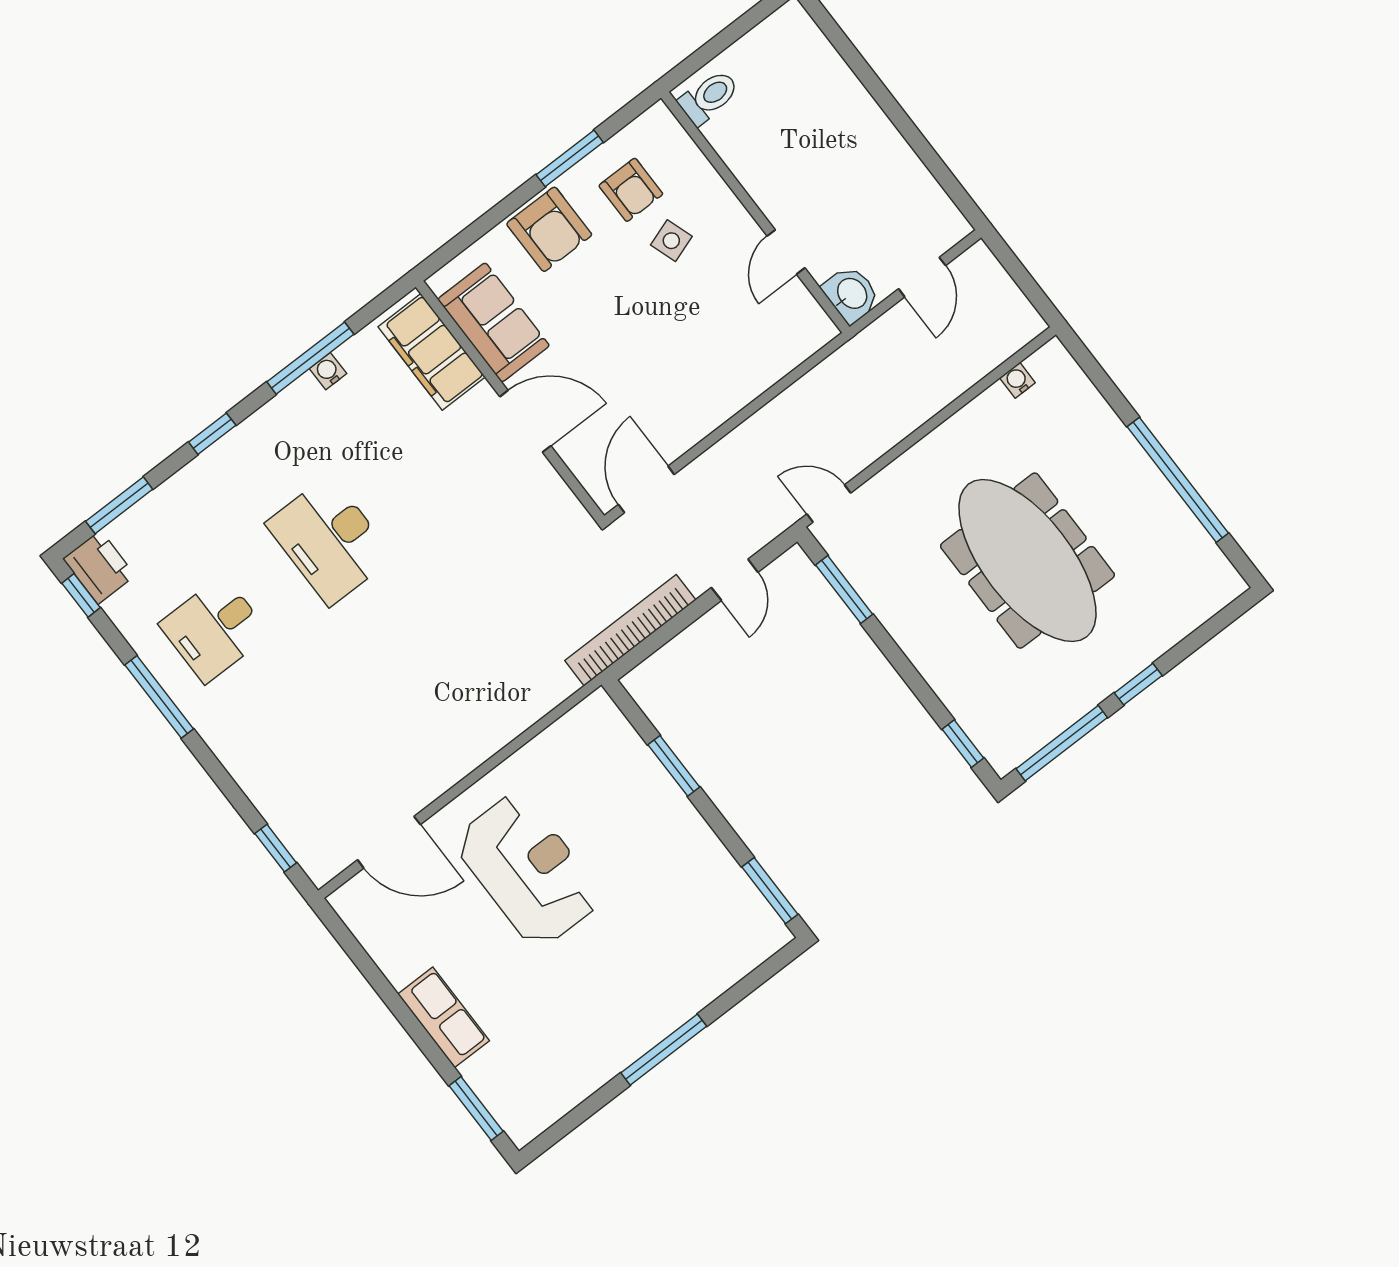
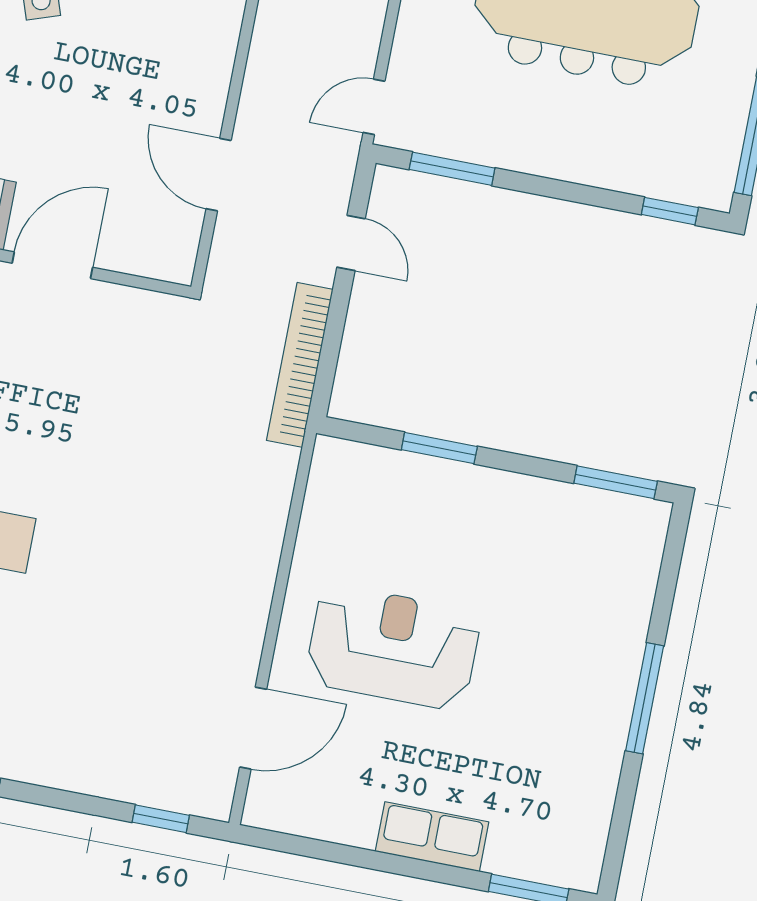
door: (646, 489) -> (219, 175), moved

